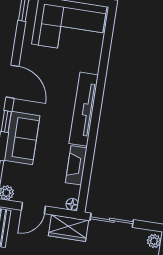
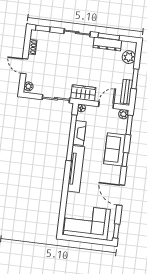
door: (12, 82) -> (121, 195), moved
window: (89, 158) -> (72, 138), added

